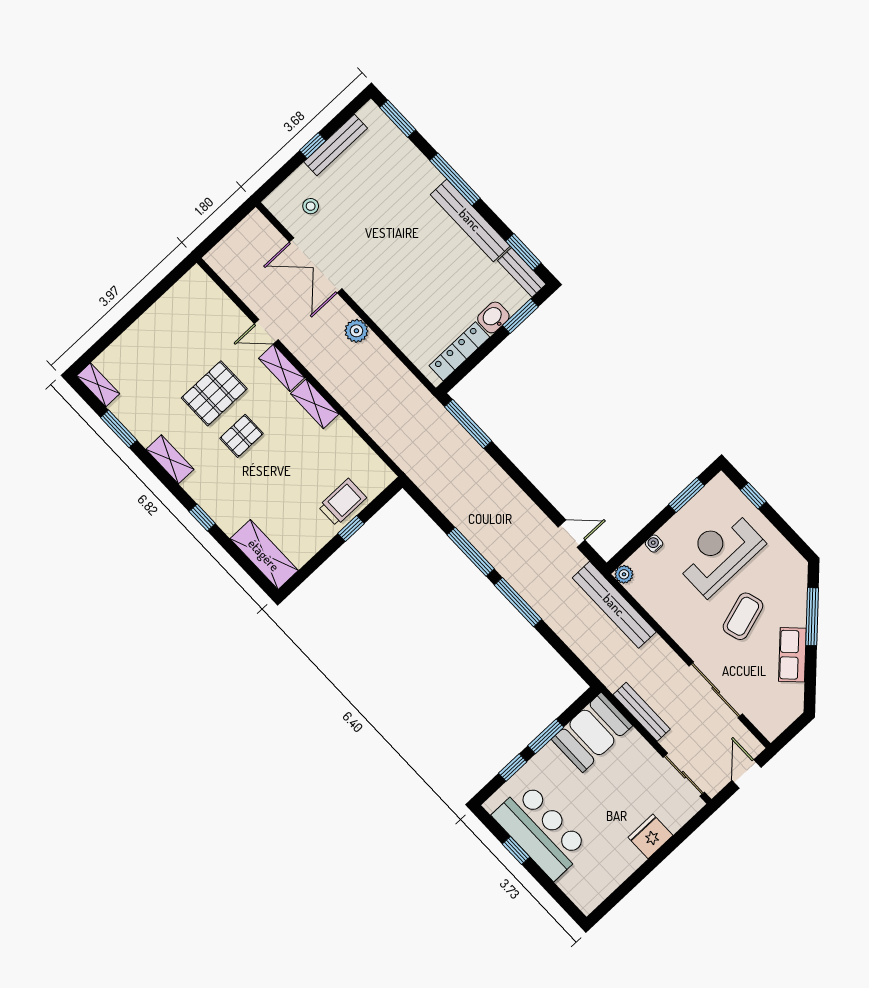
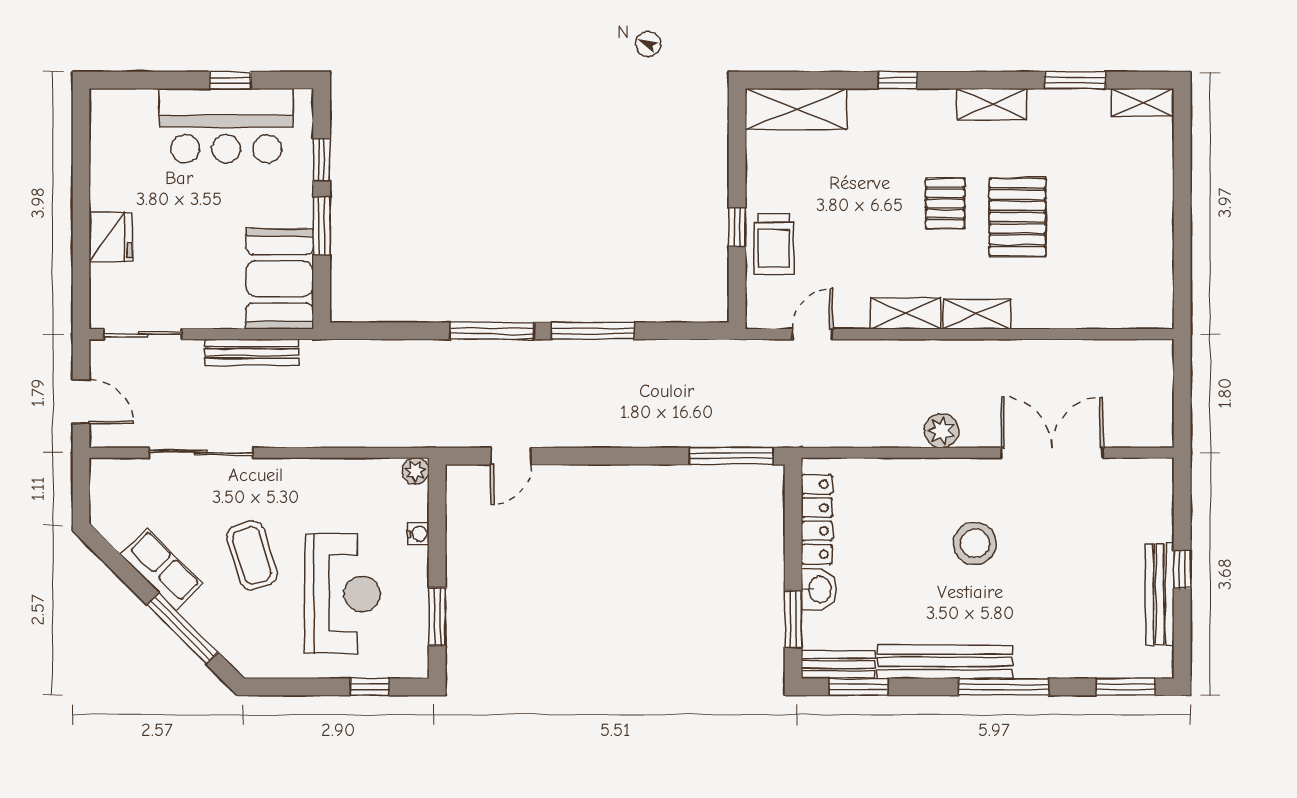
stool: (311, 206) -> (975, 543), moved, width x1.89, depth x1.89
door: (266, 332) -> (812, 334), moved
bench: (614, 605) -> (393, 430), removed

